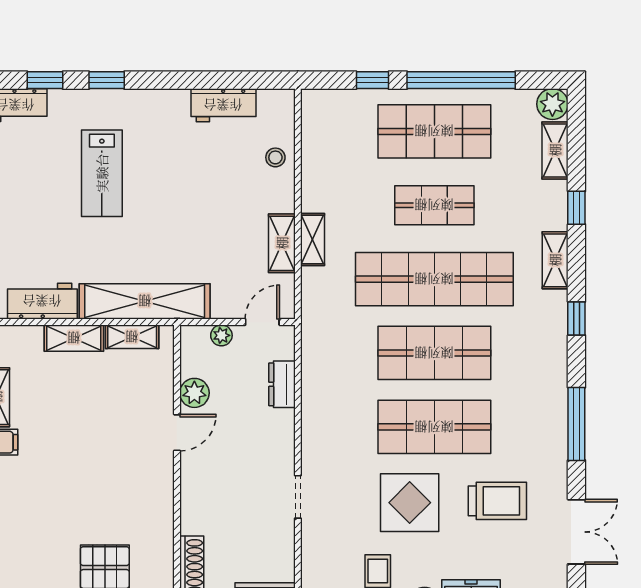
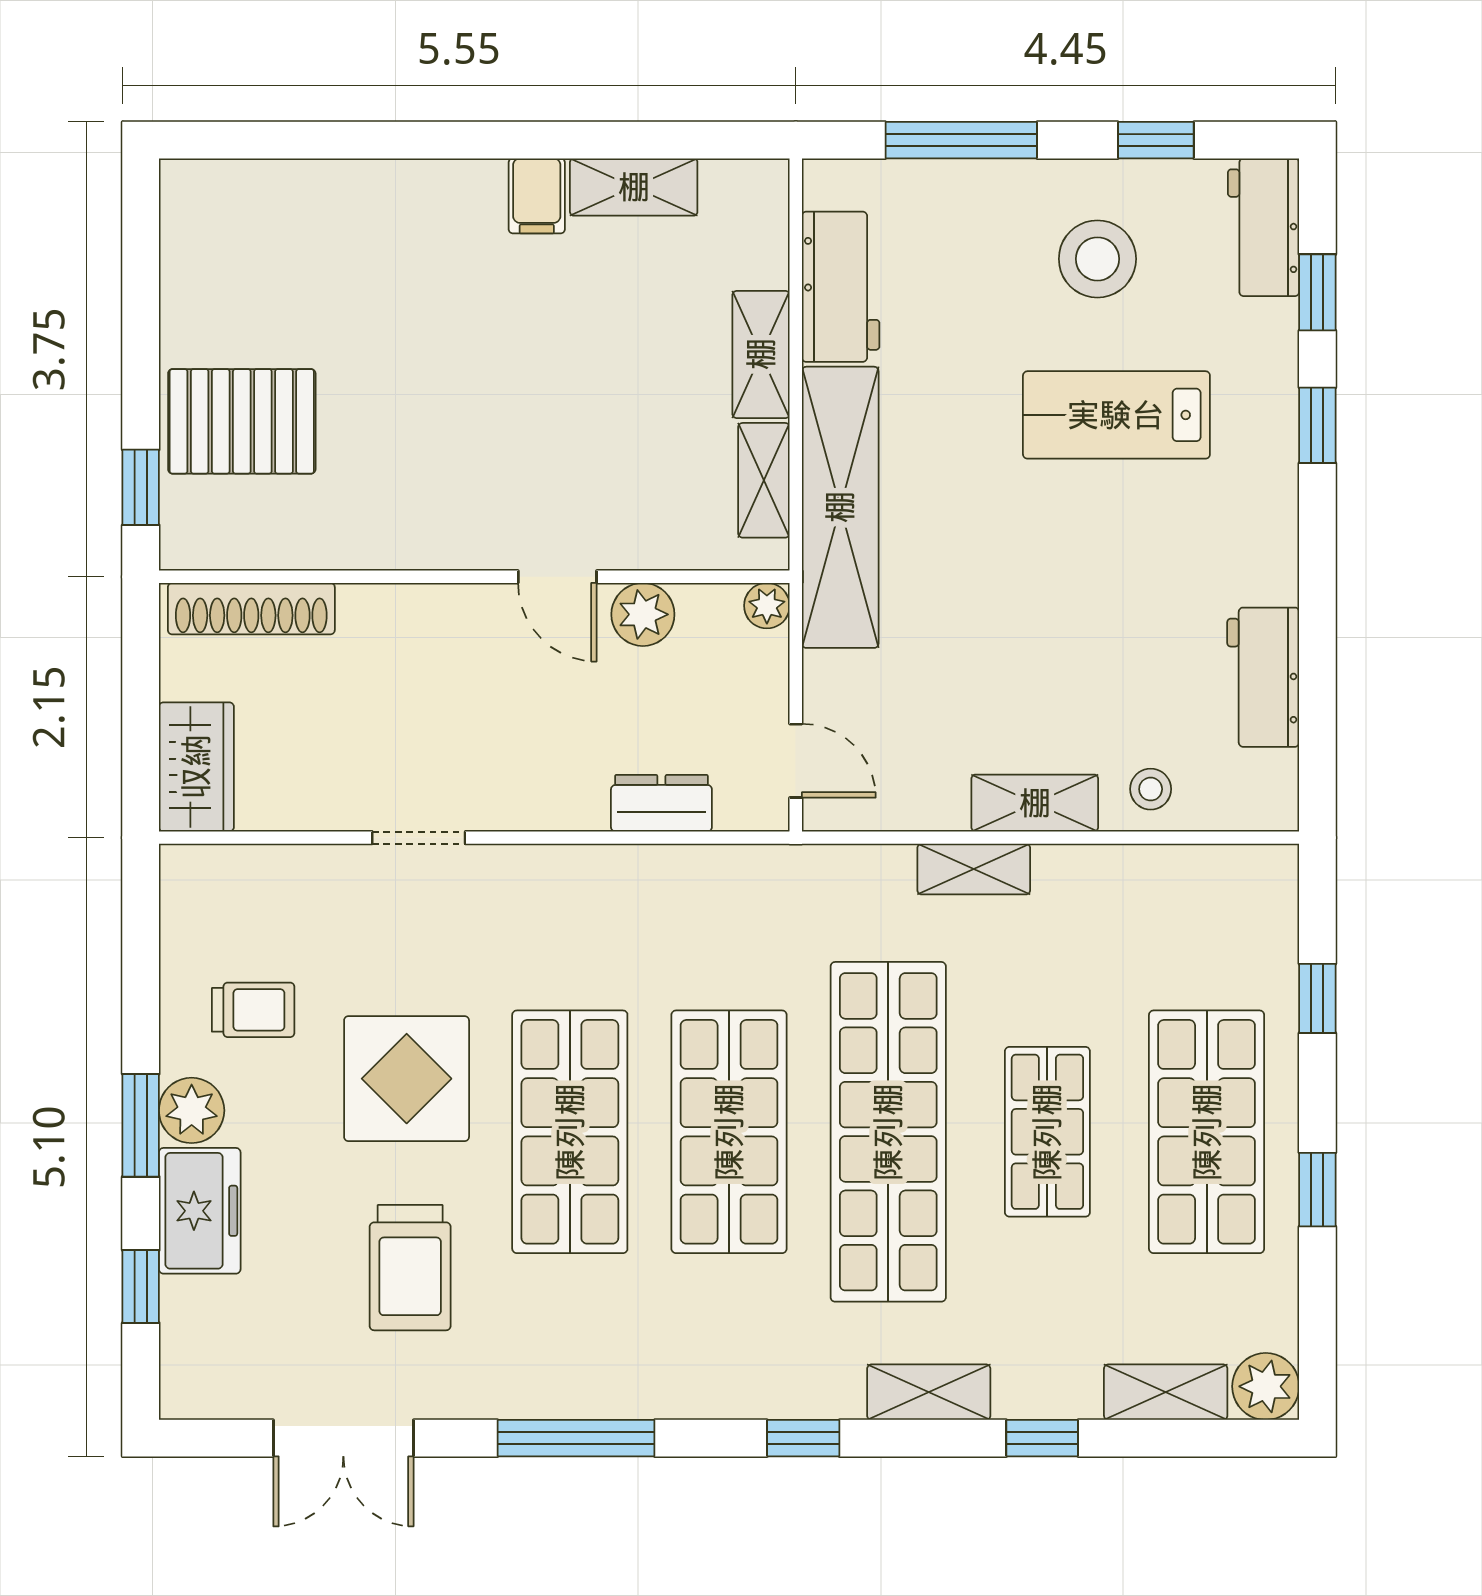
window: (461, 80) -> (1317, 1190), width x0.32
stool: (30, 182) -> (1097, 259), added
shelving: (282, 243) -> (1035, 803), moved
plant: (221, 335) -> (767, 606), moved

